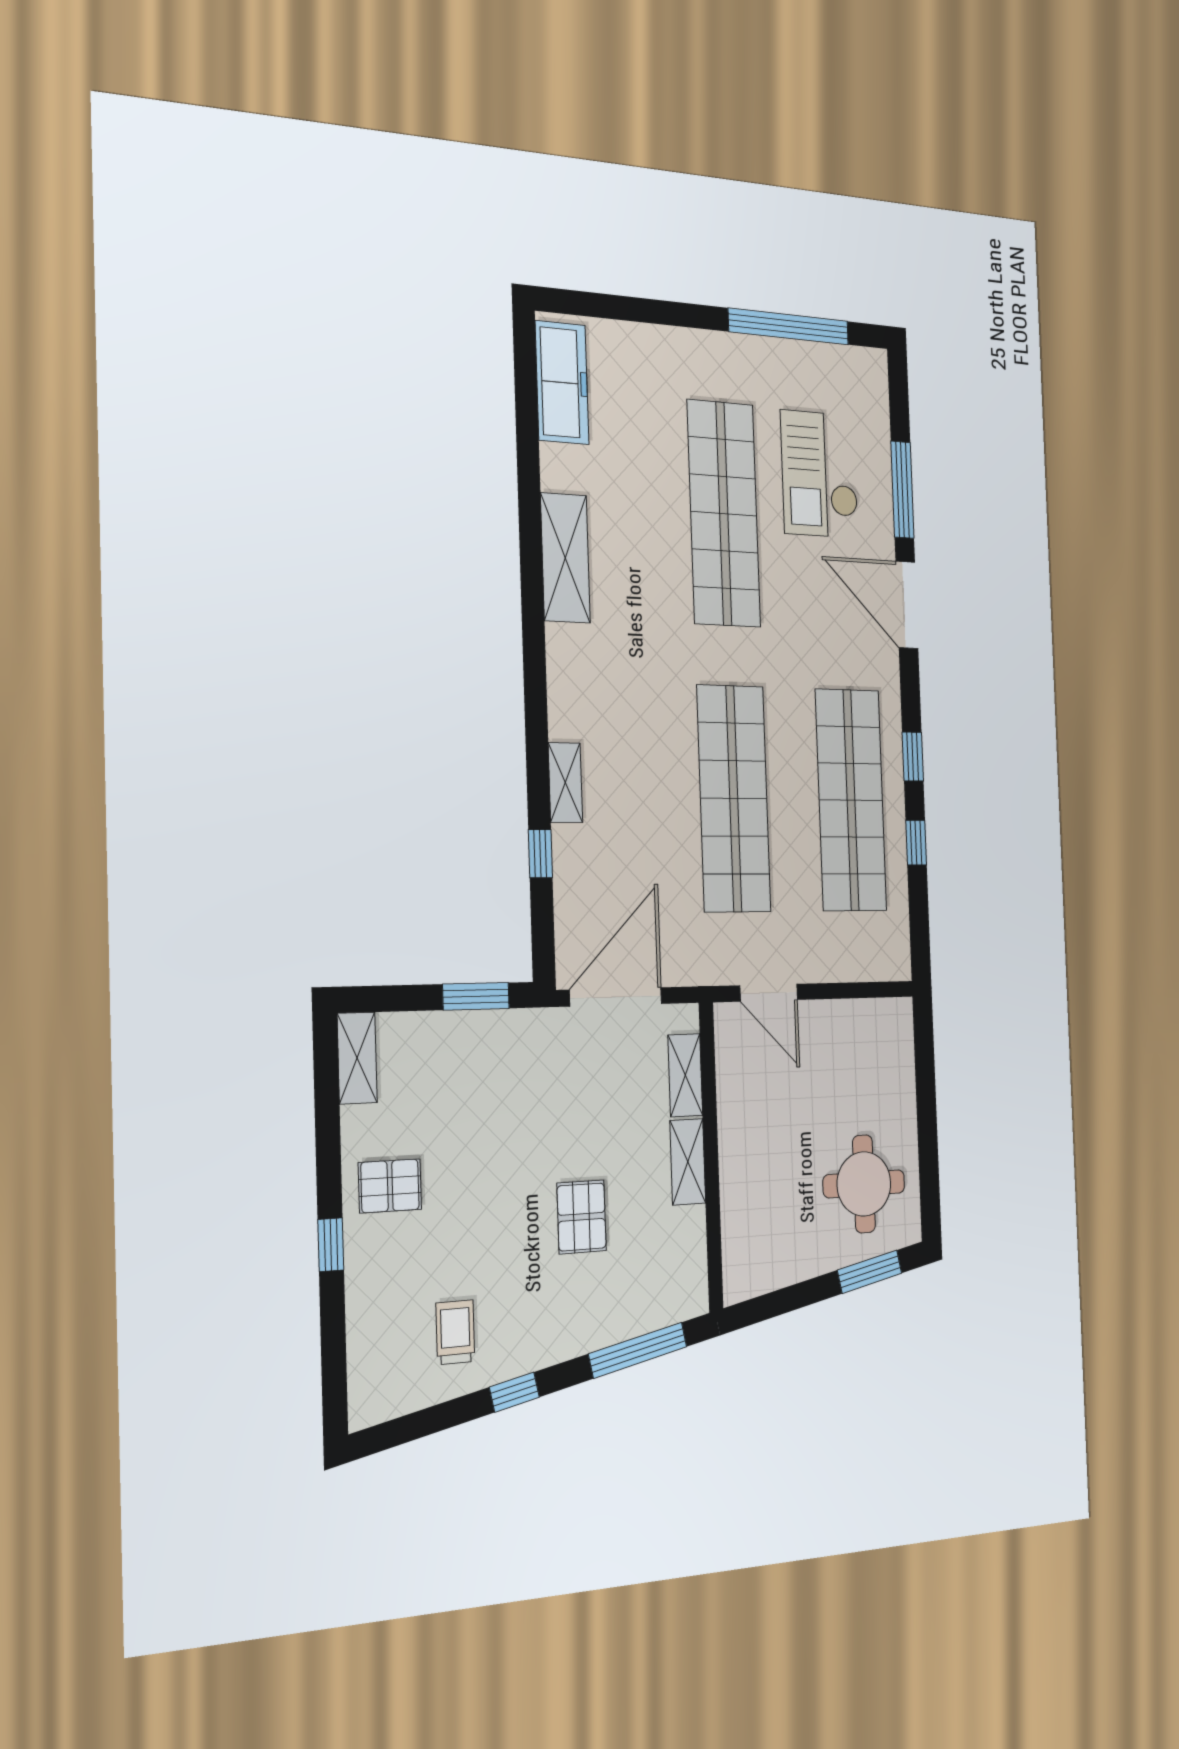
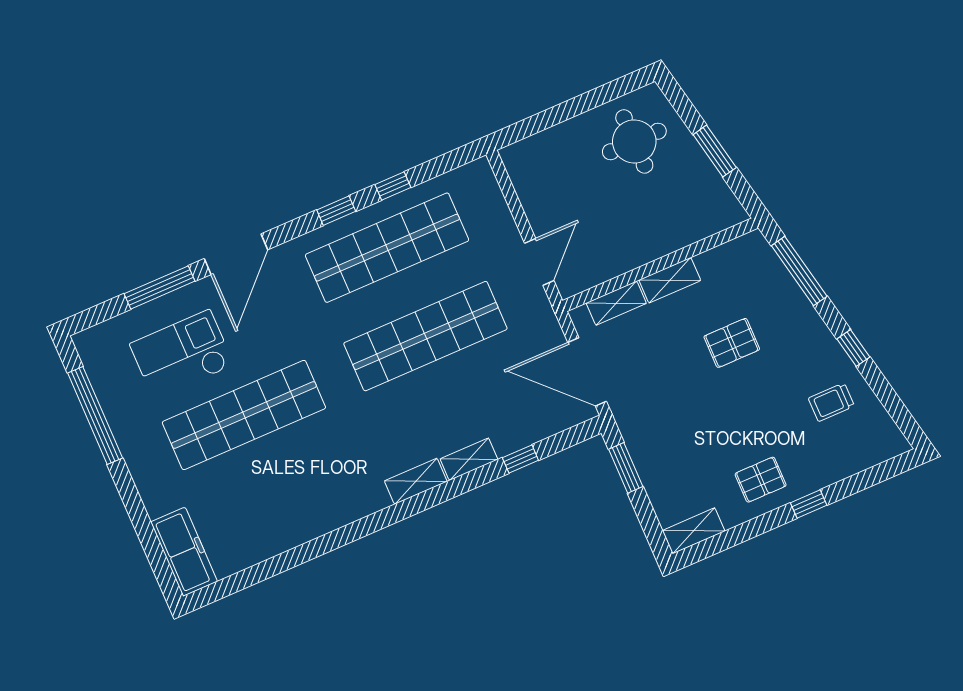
freezer: (562, 382) -> (184, 552), moved, turned 90
checkout: (820, 474) -> (182, 355), turned 180
shelving: (565, 558) -> (416, 481), moved, width x0.67, depth x0.75
pallet: (390, 1186) -> (761, 480), turned 90
window: (870, 1272) -> (715, 151), moved

